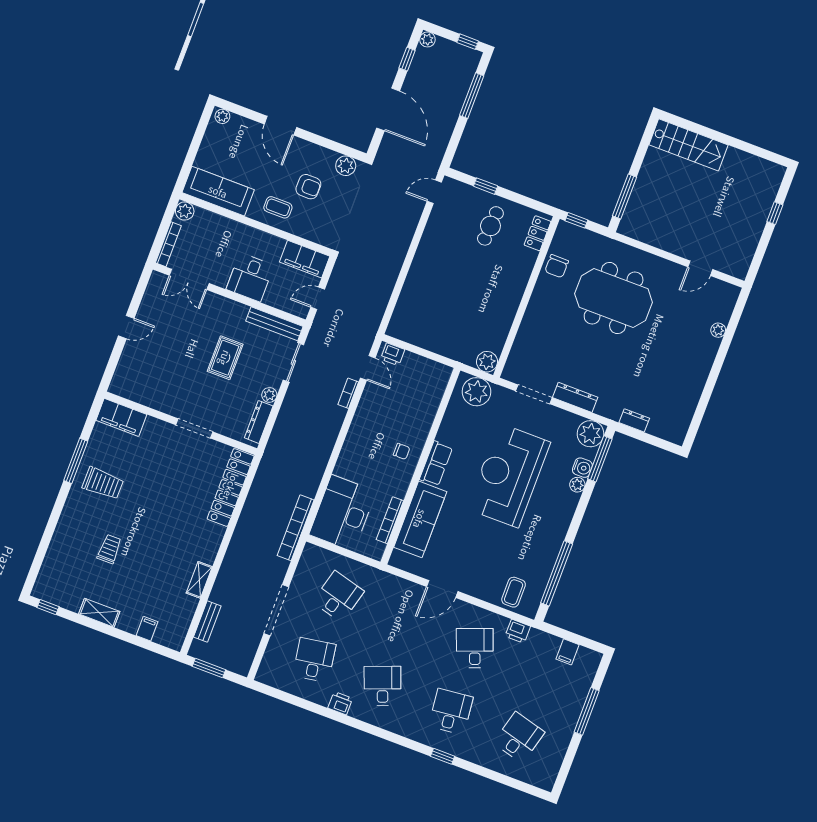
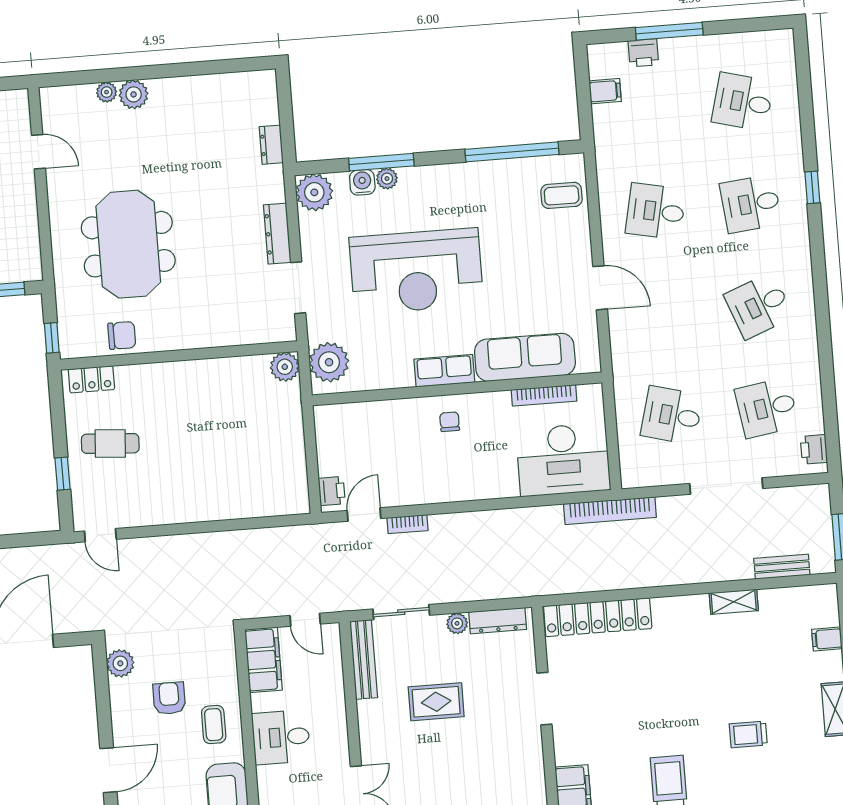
desk: (250, 277) -> (281, 737), moved, turned 180
plant: (708, 347) -> (134, 94), added
window: (600, 459) -> (381, 162), moved
printer: (518, 631) -> (643, 53), moved, turned 90
desk: (475, 648) -> (656, 211), turned 33
printer: (340, 703) -> (814, 449), moved

